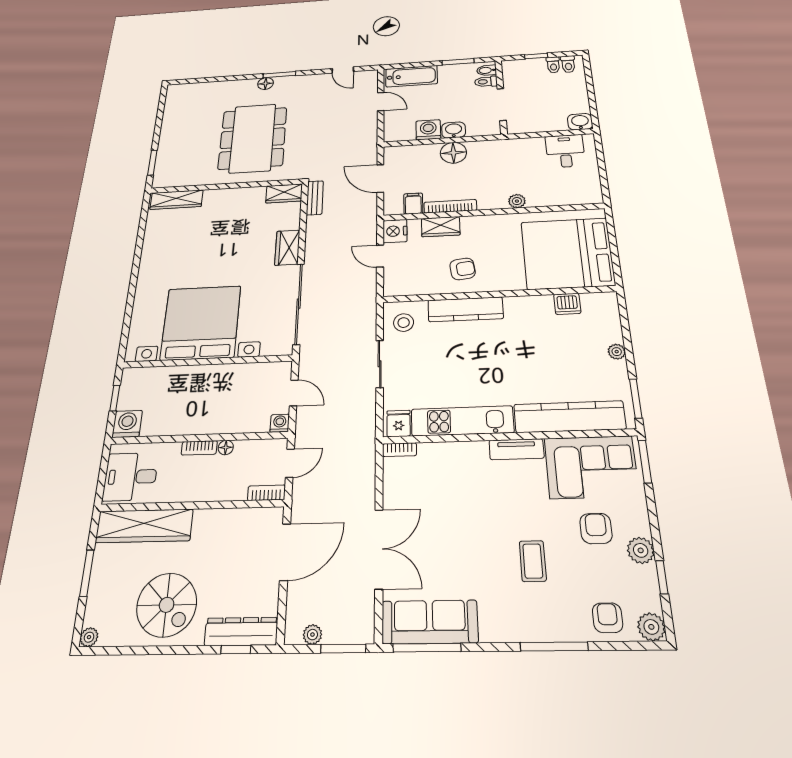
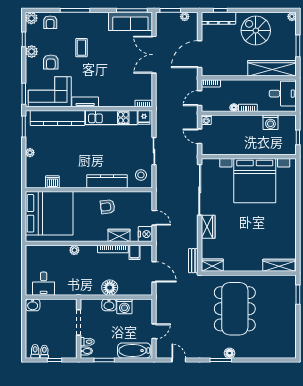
door: (381, 102) -> (154, 331), swing flipped
washing machine: (127, 424) -> (270, 122), moved

